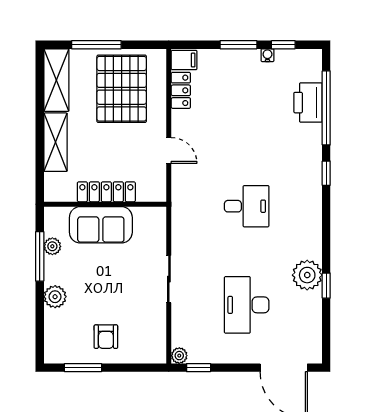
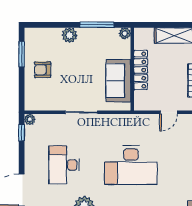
desk: (247, 206) -> (131, 165), width x1.87, depth x1.30
sofa: (101, 225) -> (118, 81), moved
plant: (52, 246) -> (125, 33), moved
desk: (247, 305) -> (64, 165), turned -90

